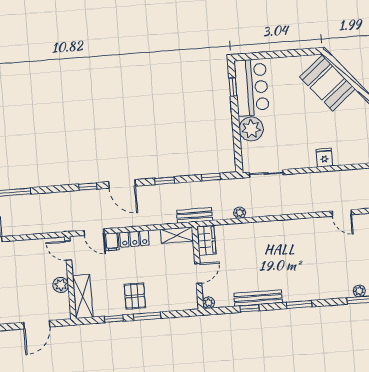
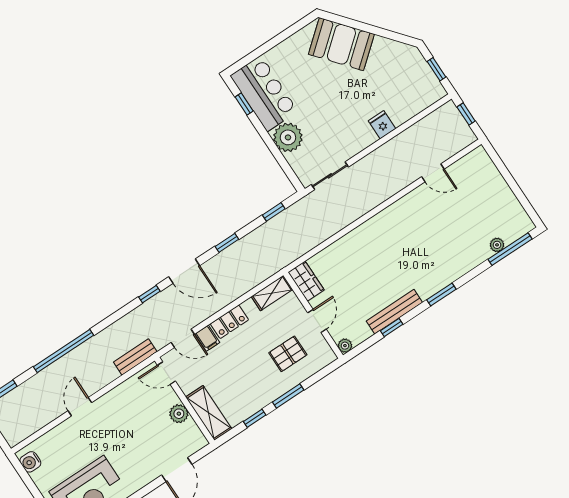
plant: (240, 213) -> (325, 233), removed
bench: (195, 215) -> (135, 357), moved
pallet: (135, 296) -> (288, 354), moved, turned 90

